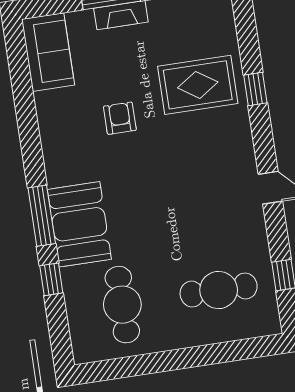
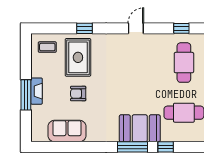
coffee table: (209, 23) -> (47, 47), added
sofa: (48, 52) -> (67, 131), moved
armchair: (120, 118) -> (78, 94), moved

